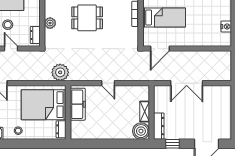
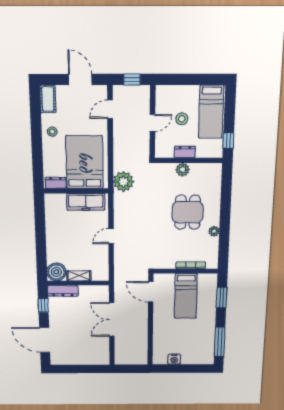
dresser: (35, 35) -> (185, 152), moved

